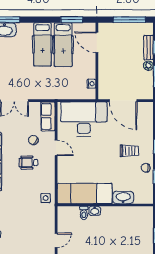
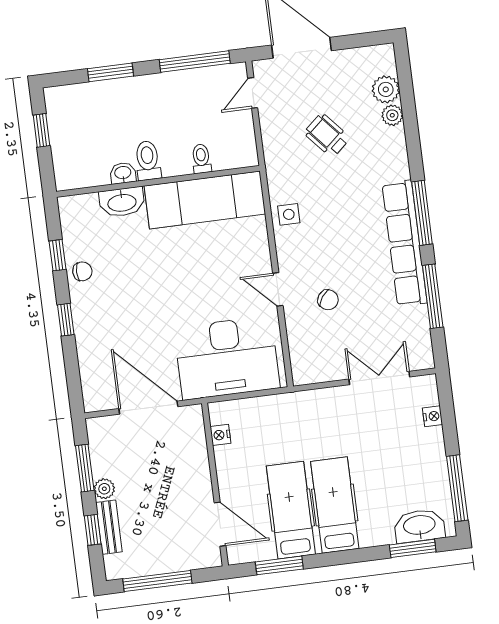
row of seats: (48, 116) -> (304, 354), removed
trolley: (129, 151) -> (122, 303), removed
wheelchair: (28, 163) -> (327, 135), moved, turned -131
side table: (46, 198) -> (289, 214), moved
washbasin: (95, 211) -> (123, 173), moved
toilet: (109, 215) -> (148, 161), added

